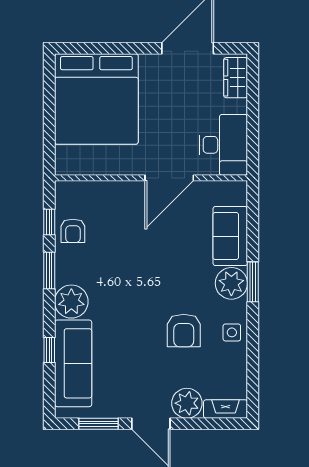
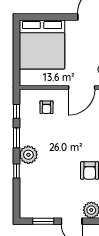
armchair: (73, 231) -> (46, 107), moved
window: (49, 350) -> (16, 171), moved
sofa: (73, 363) -> (29, 188), removed

